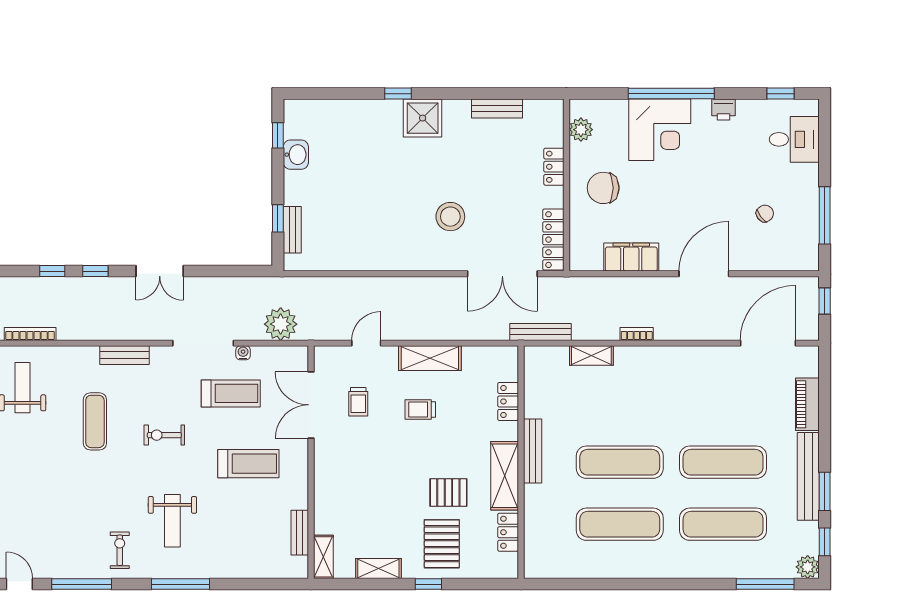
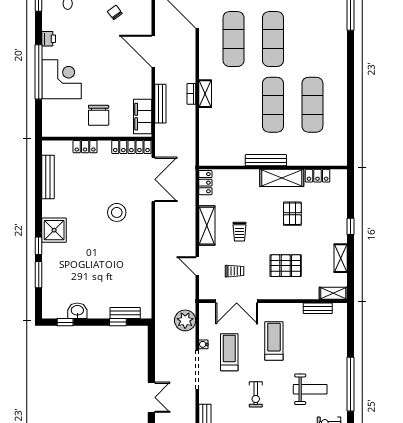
window: (353, 94) -> (39, 275), added
bench: (497, 109) -> (48, 177), width x1.36
plant: (581, 130) -> (61, 129), removed
filing cabinet: (631, 257) -> (143, 117), moved
bench: (540, 332) -> (160, 104), moved
shelving: (591, 356) -> (205, 94), moved
locker: (508, 401) -> (205, 183), moved, turned -90
exercise mat: (723, 524) -> (234, 39), moved
pallet: (442, 544) -> (286, 266), moved
window: (180, 584) -> (350, 384), width x1.46

